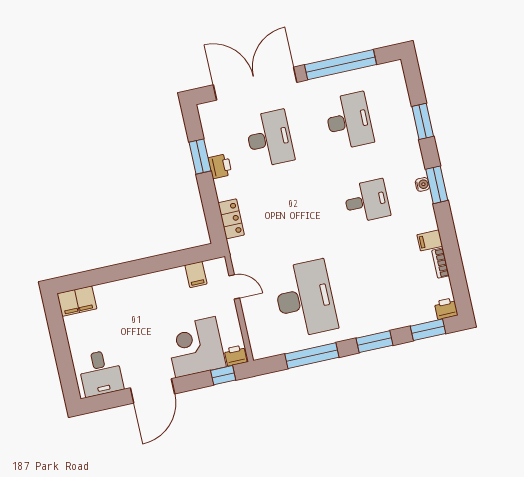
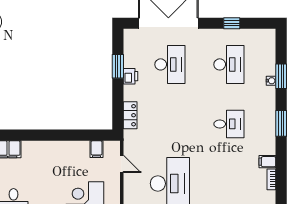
window: (341, 65) -> (232, 23), width x0.32
water cooler: (422, 184) -> (271, 81), moved

